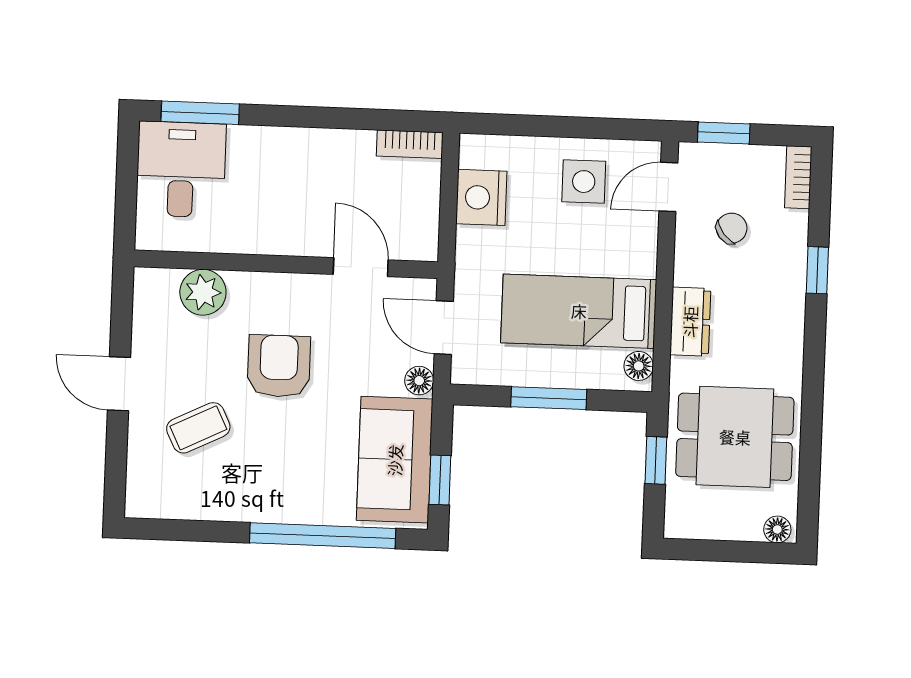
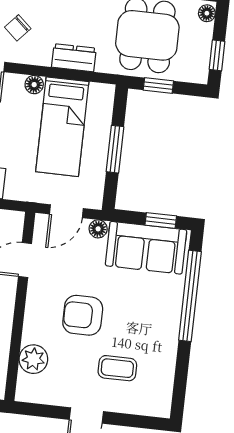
chair: (732, 228) -> (18, 28), turned -100
floor lamp: (639, 366) -> (34, 85), moved
coffee table: (198, 428) -> (117, 368), turned -64
window: (711, 551) -> (217, 55), added

